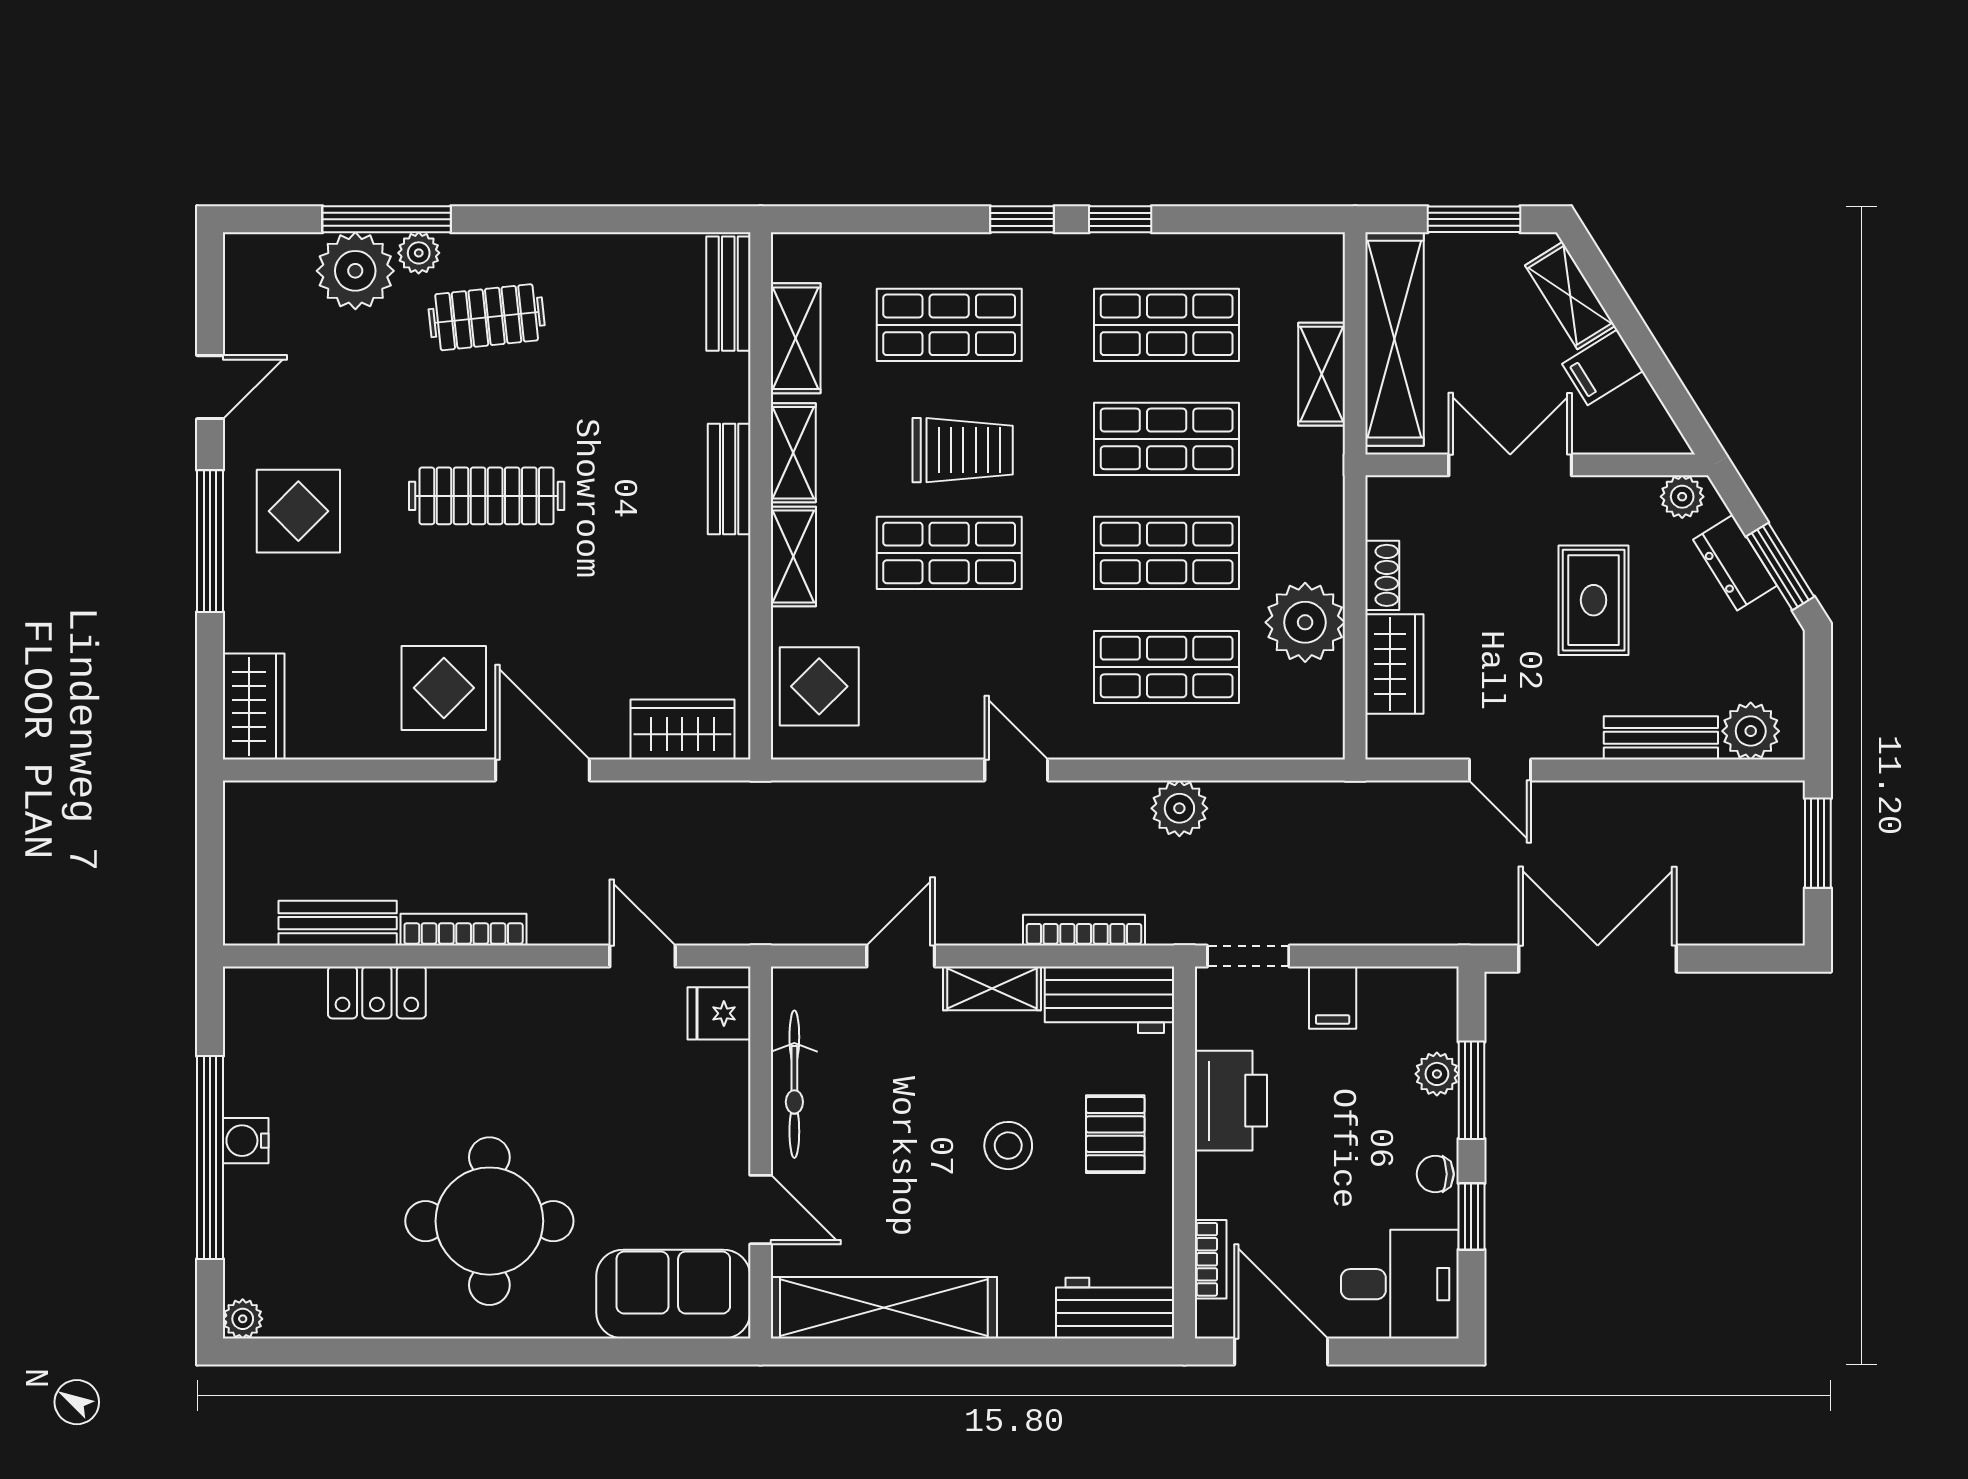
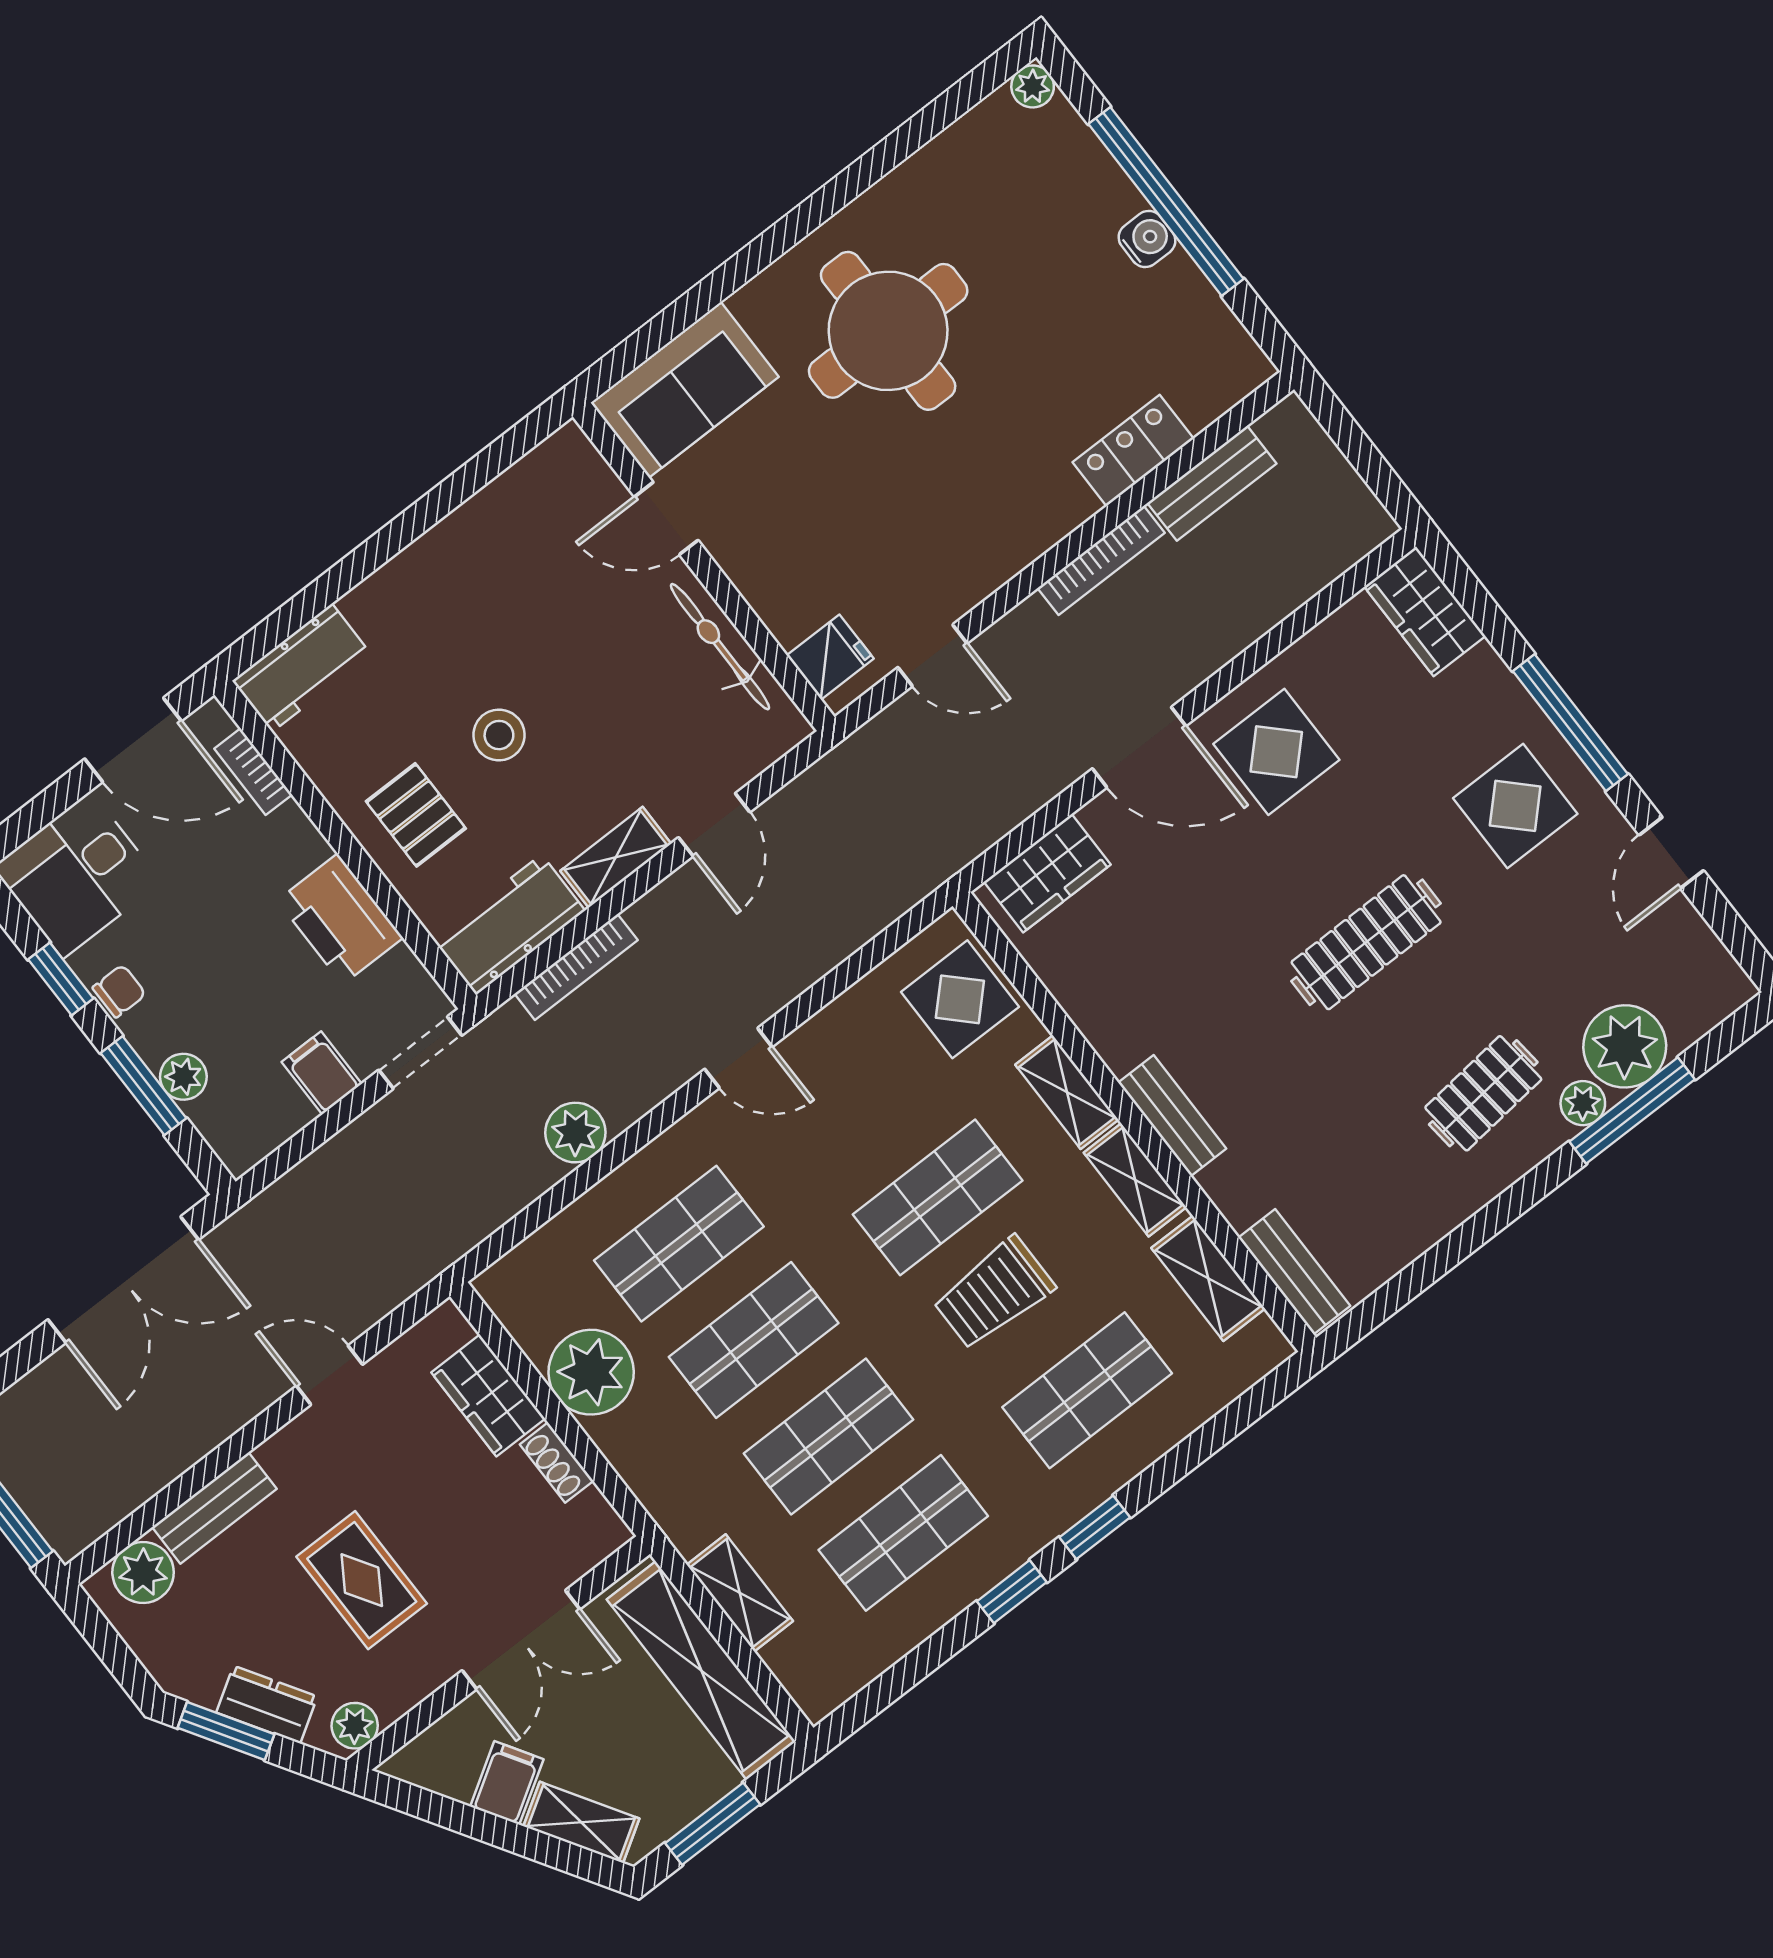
shelving: (884, 1308) -> (498, 516), removed

